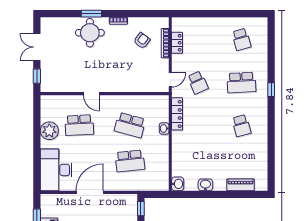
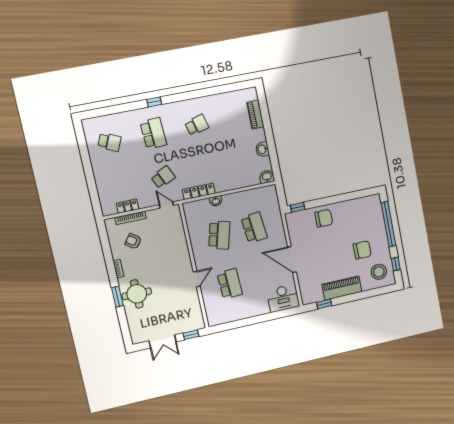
school desk: (241, 39) -> (109, 142), turned 39
plant: (49, 131) -> (241, 311), removed
desk: (56, 170) -> (283, 298), width x0.73, depth x0.77

